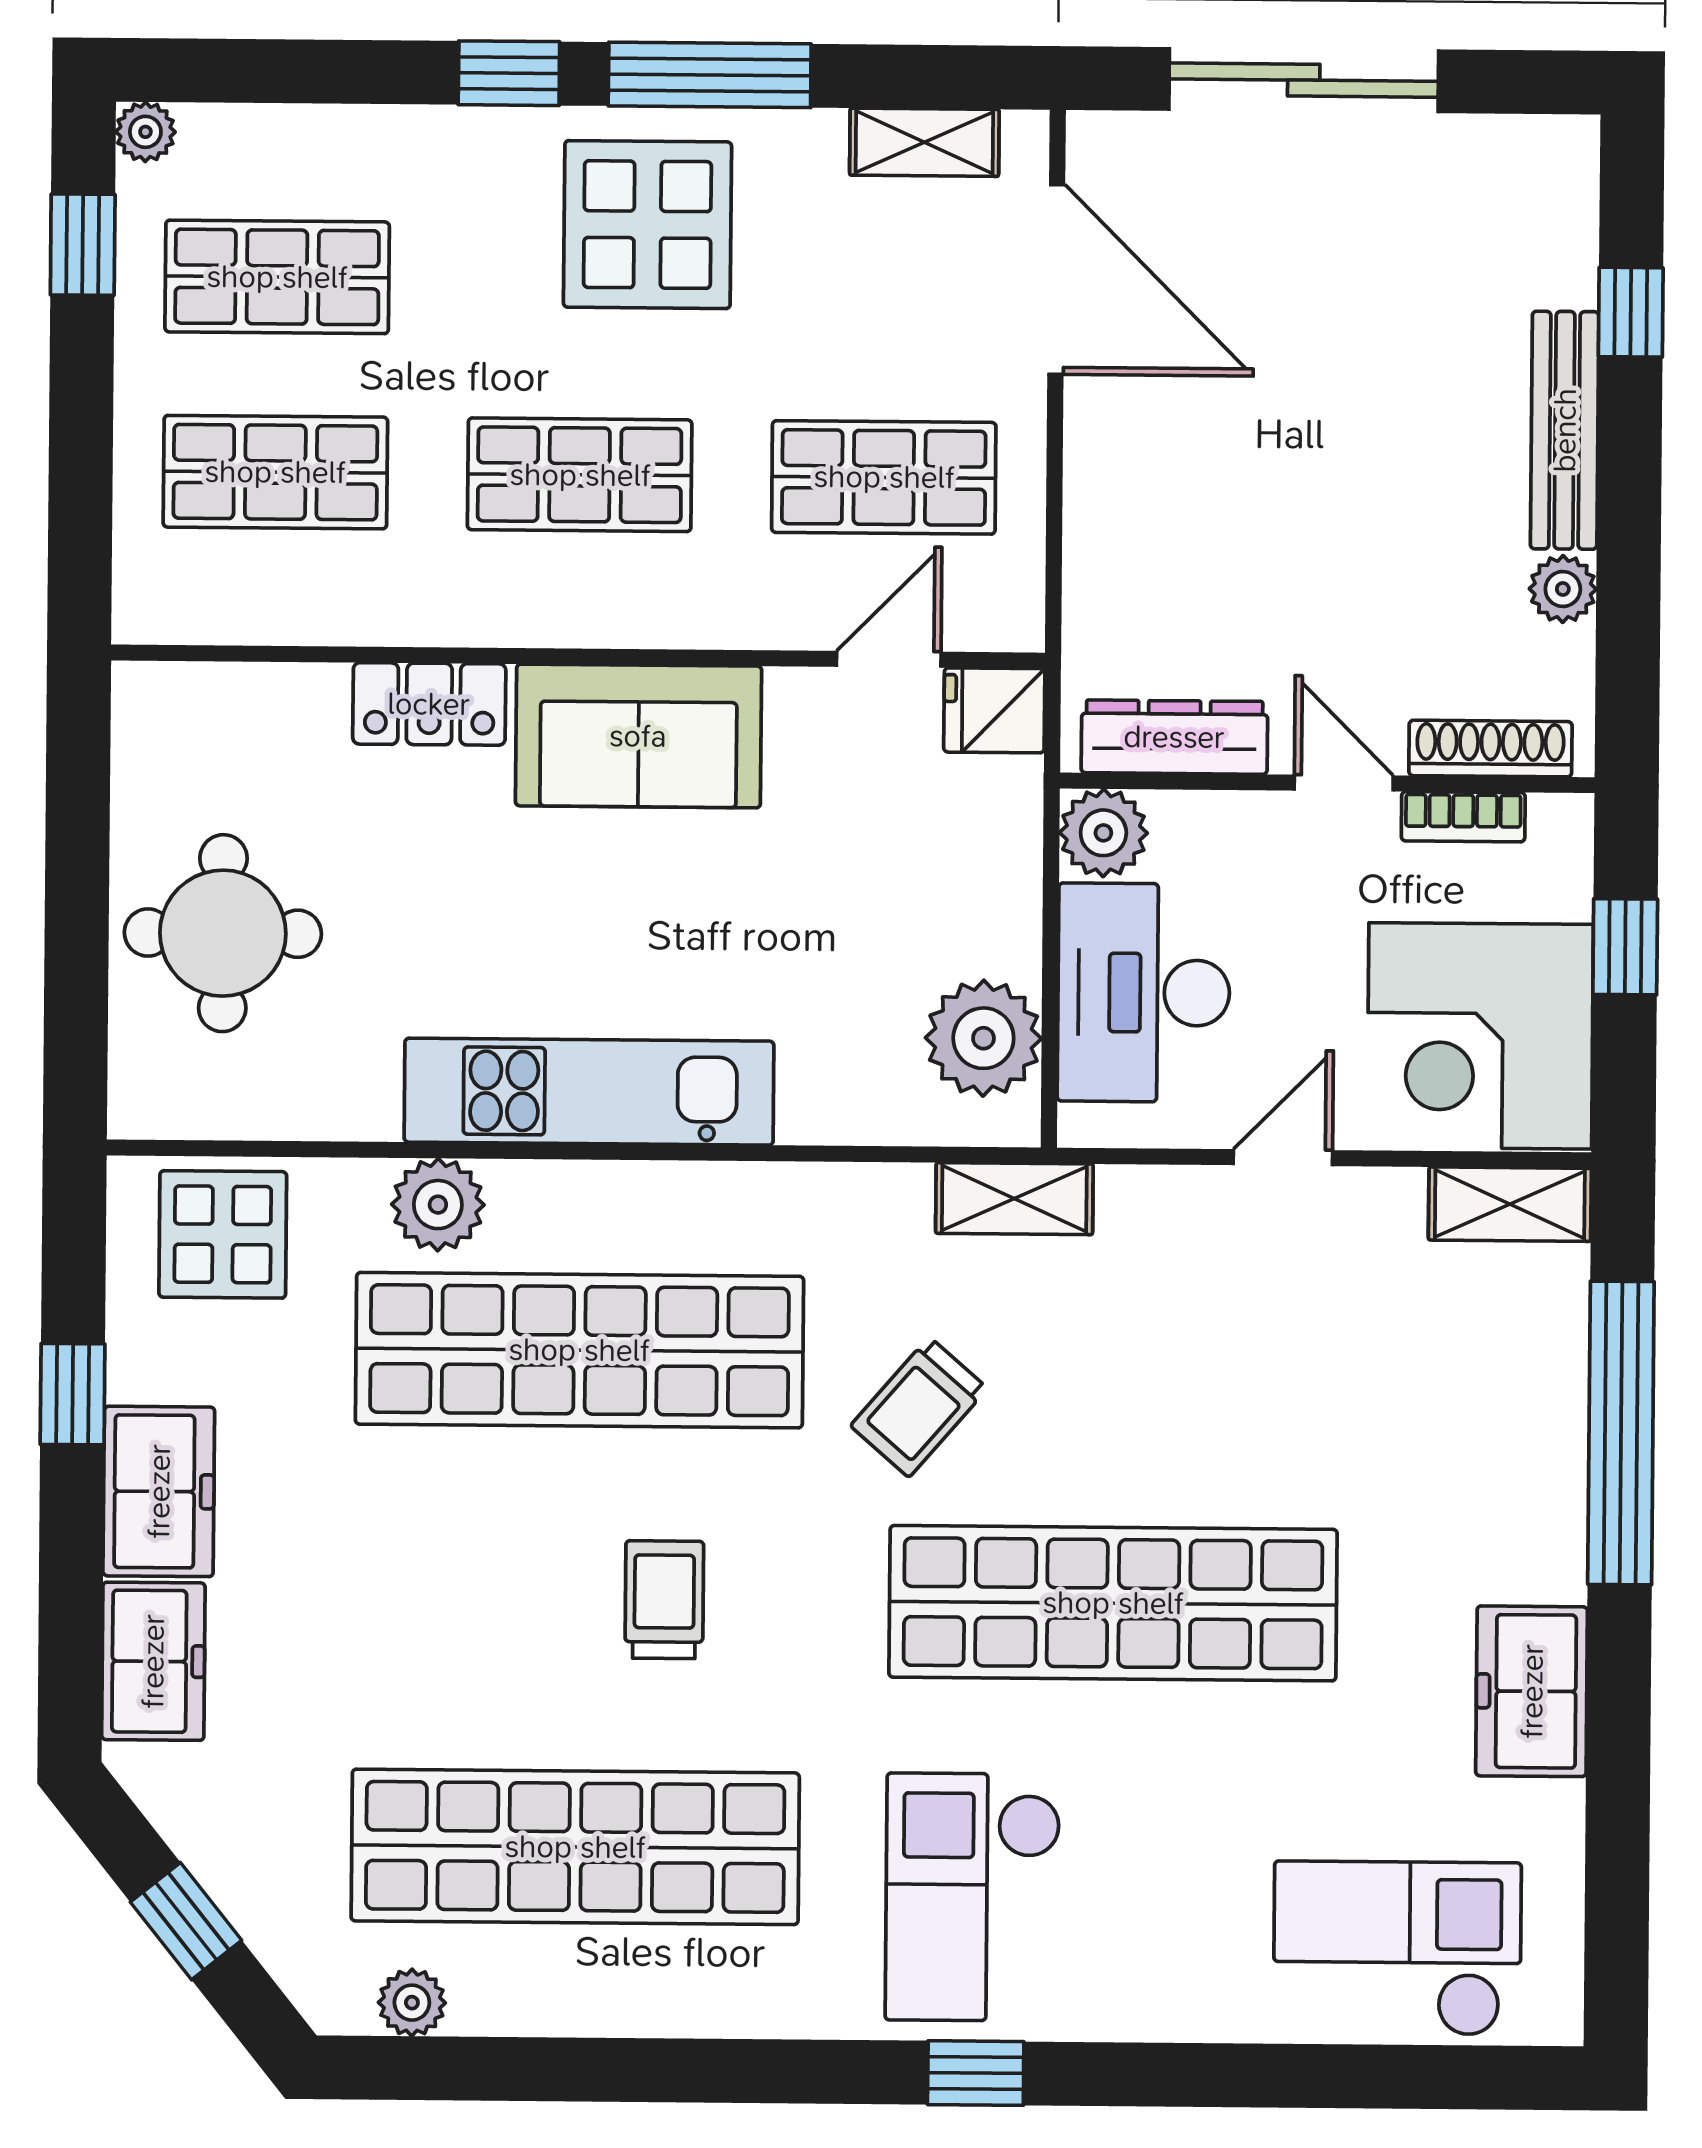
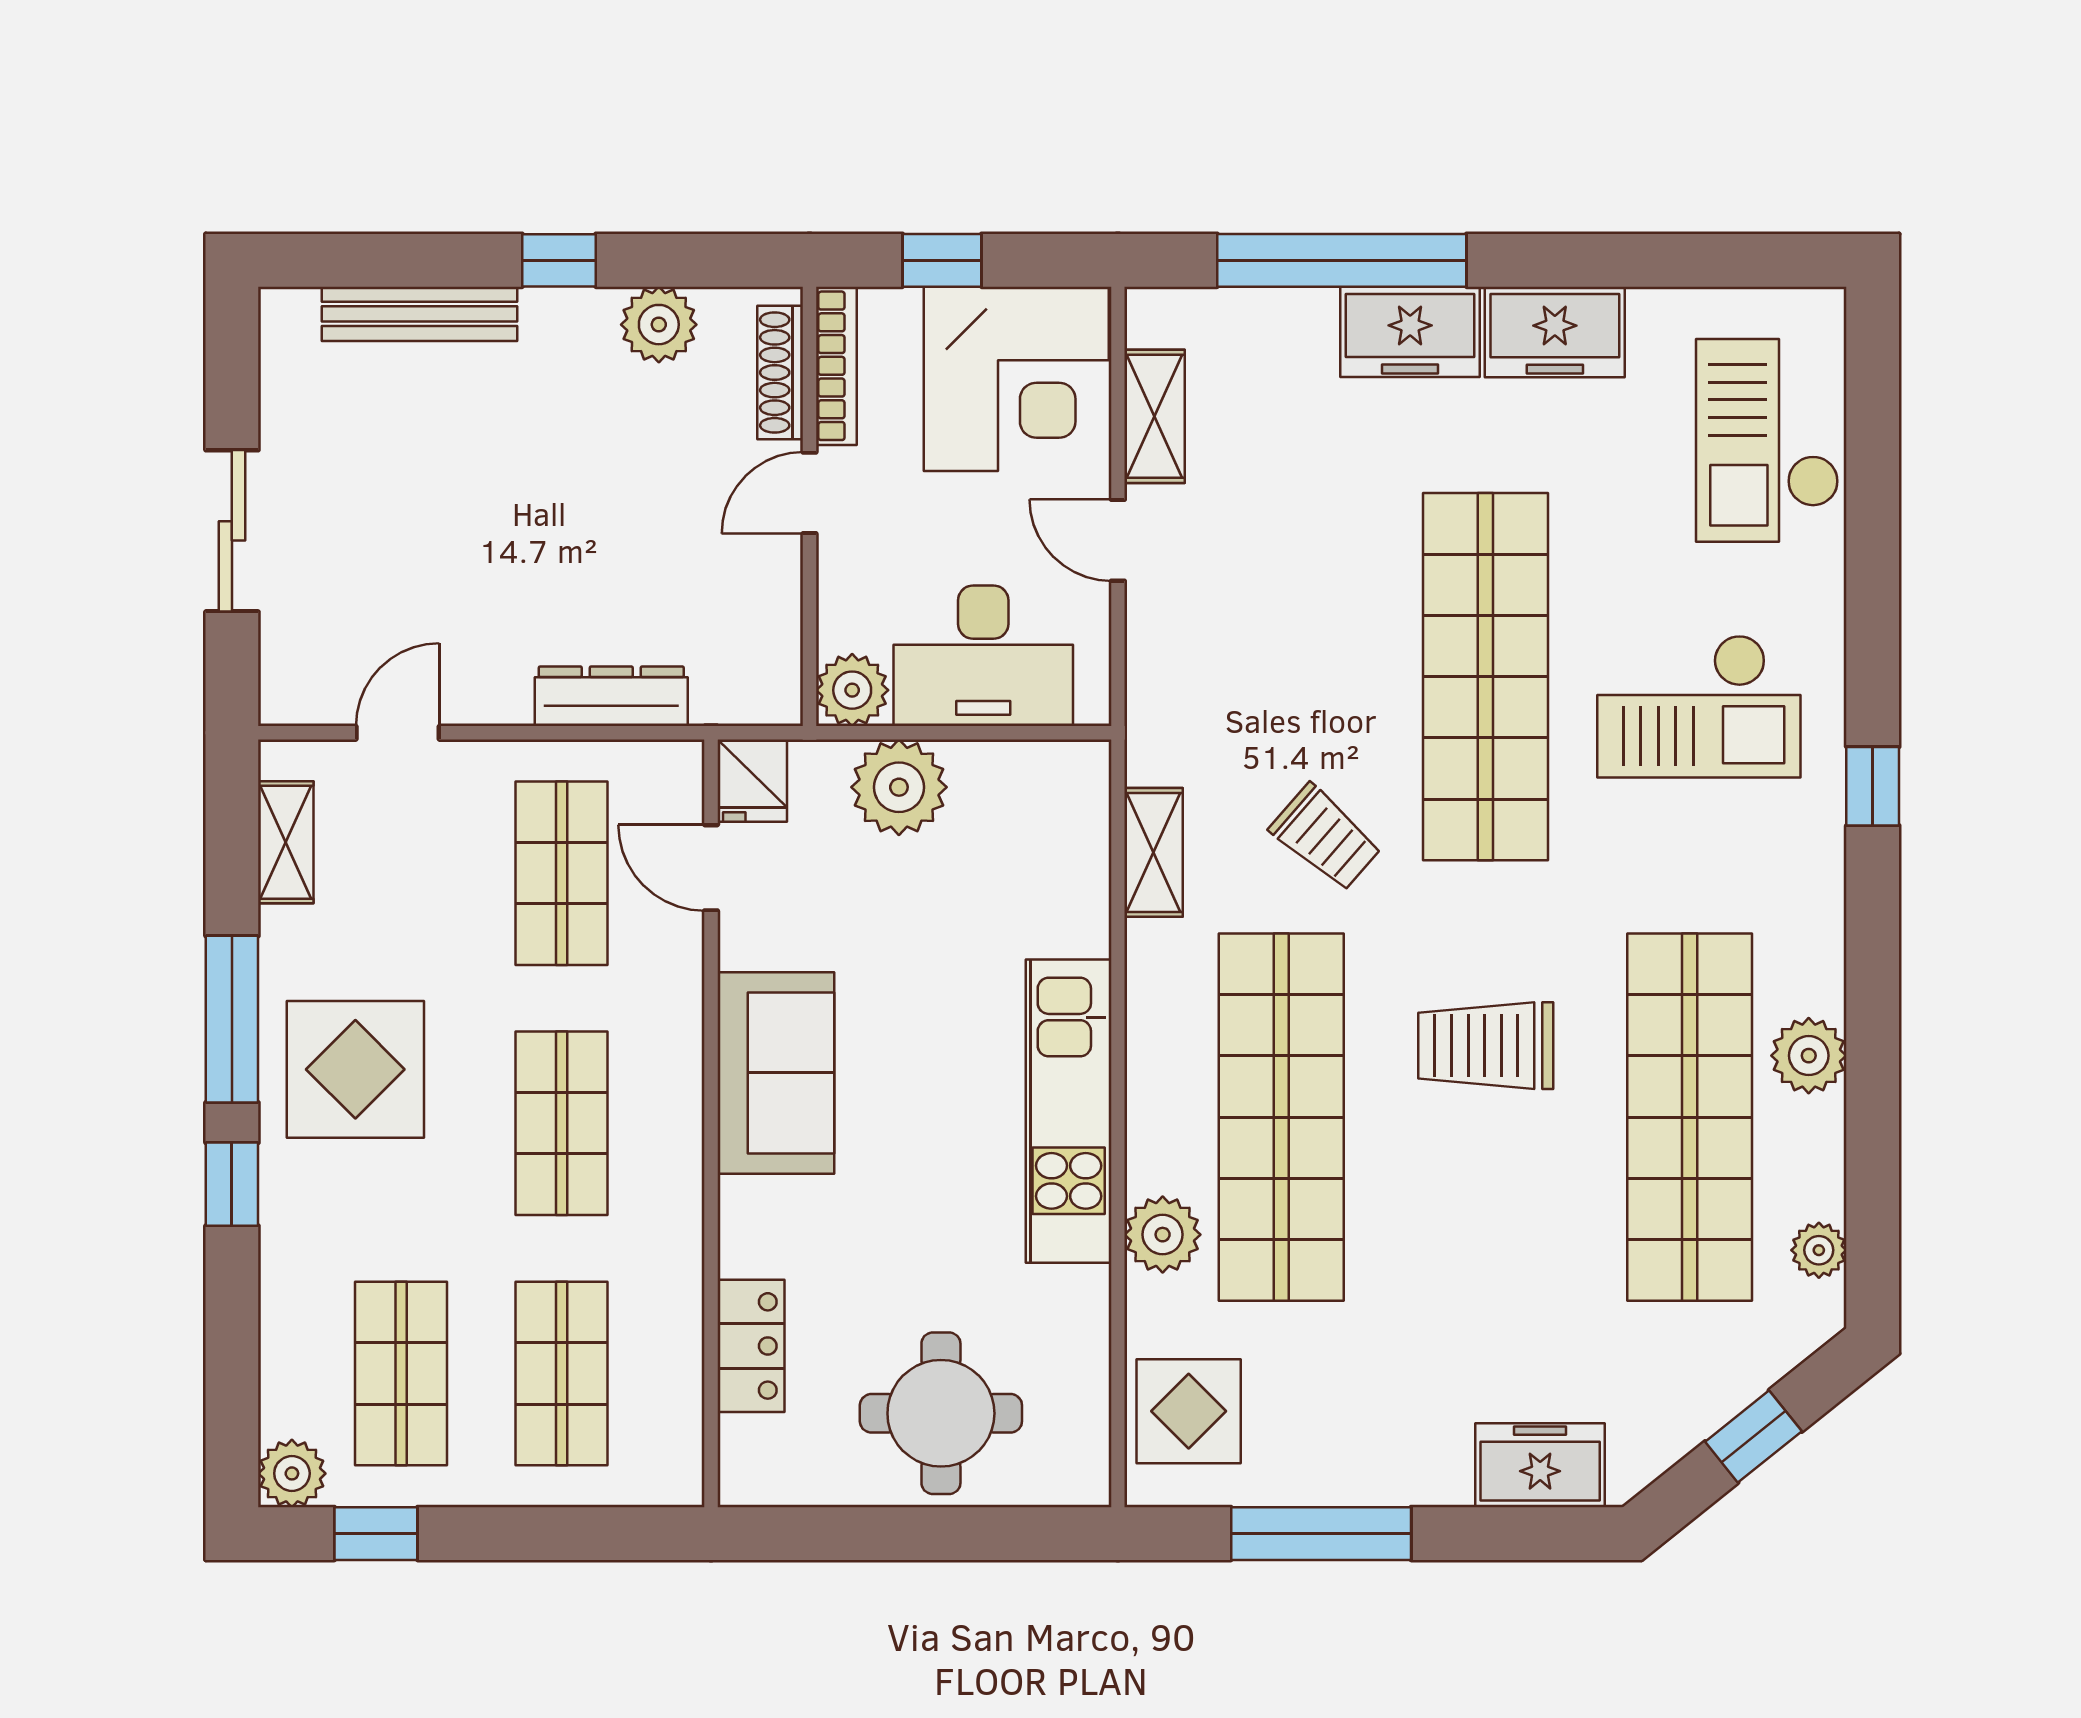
sliding door: (1304, 80) -> (232, 531), width x0.73
plant: (145, 132) -> (292, 1473), width x1.38, depth x1.38
door: (1056, 280) -> (398, 733), width x0.53
window: (1631, 312) -> (559, 260), moved
bench: (1565, 430) -> (419, 314), moved
plant: (1563, 589) -> (659, 325), width x1.38, depth x1.38
locker: (429, 704) -> (751, 1346), moved
dresser: (1174, 737) -> (611, 696), moved, turned 90
bookcase: (1463, 817) -> (836, 366), width x1.56
plant: (983, 1038) -> (899, 787), moved
shelving: (1014, 1199) -> (1154, 852), moved
shelving: (1510, 1204) -> (1155, 416), moved
window: (73, 1394) -> (1321, 1534), width x2.17
freezer: (159, 1491) -> (1410, 332), moved, turned 180
trolley: (664, 1600) -> (1486, 1046), width x1.36, depth x1.39
checkout: (973, 1897) -> (1699, 706), moved
plant: (649, 1992) -> (1809, 1056), added

